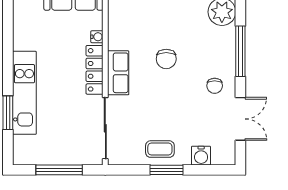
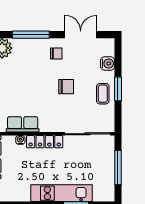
chair: (166, 59) -> (66, 87), moved
row of seats: (118, 73) -> (23, 124), moved

